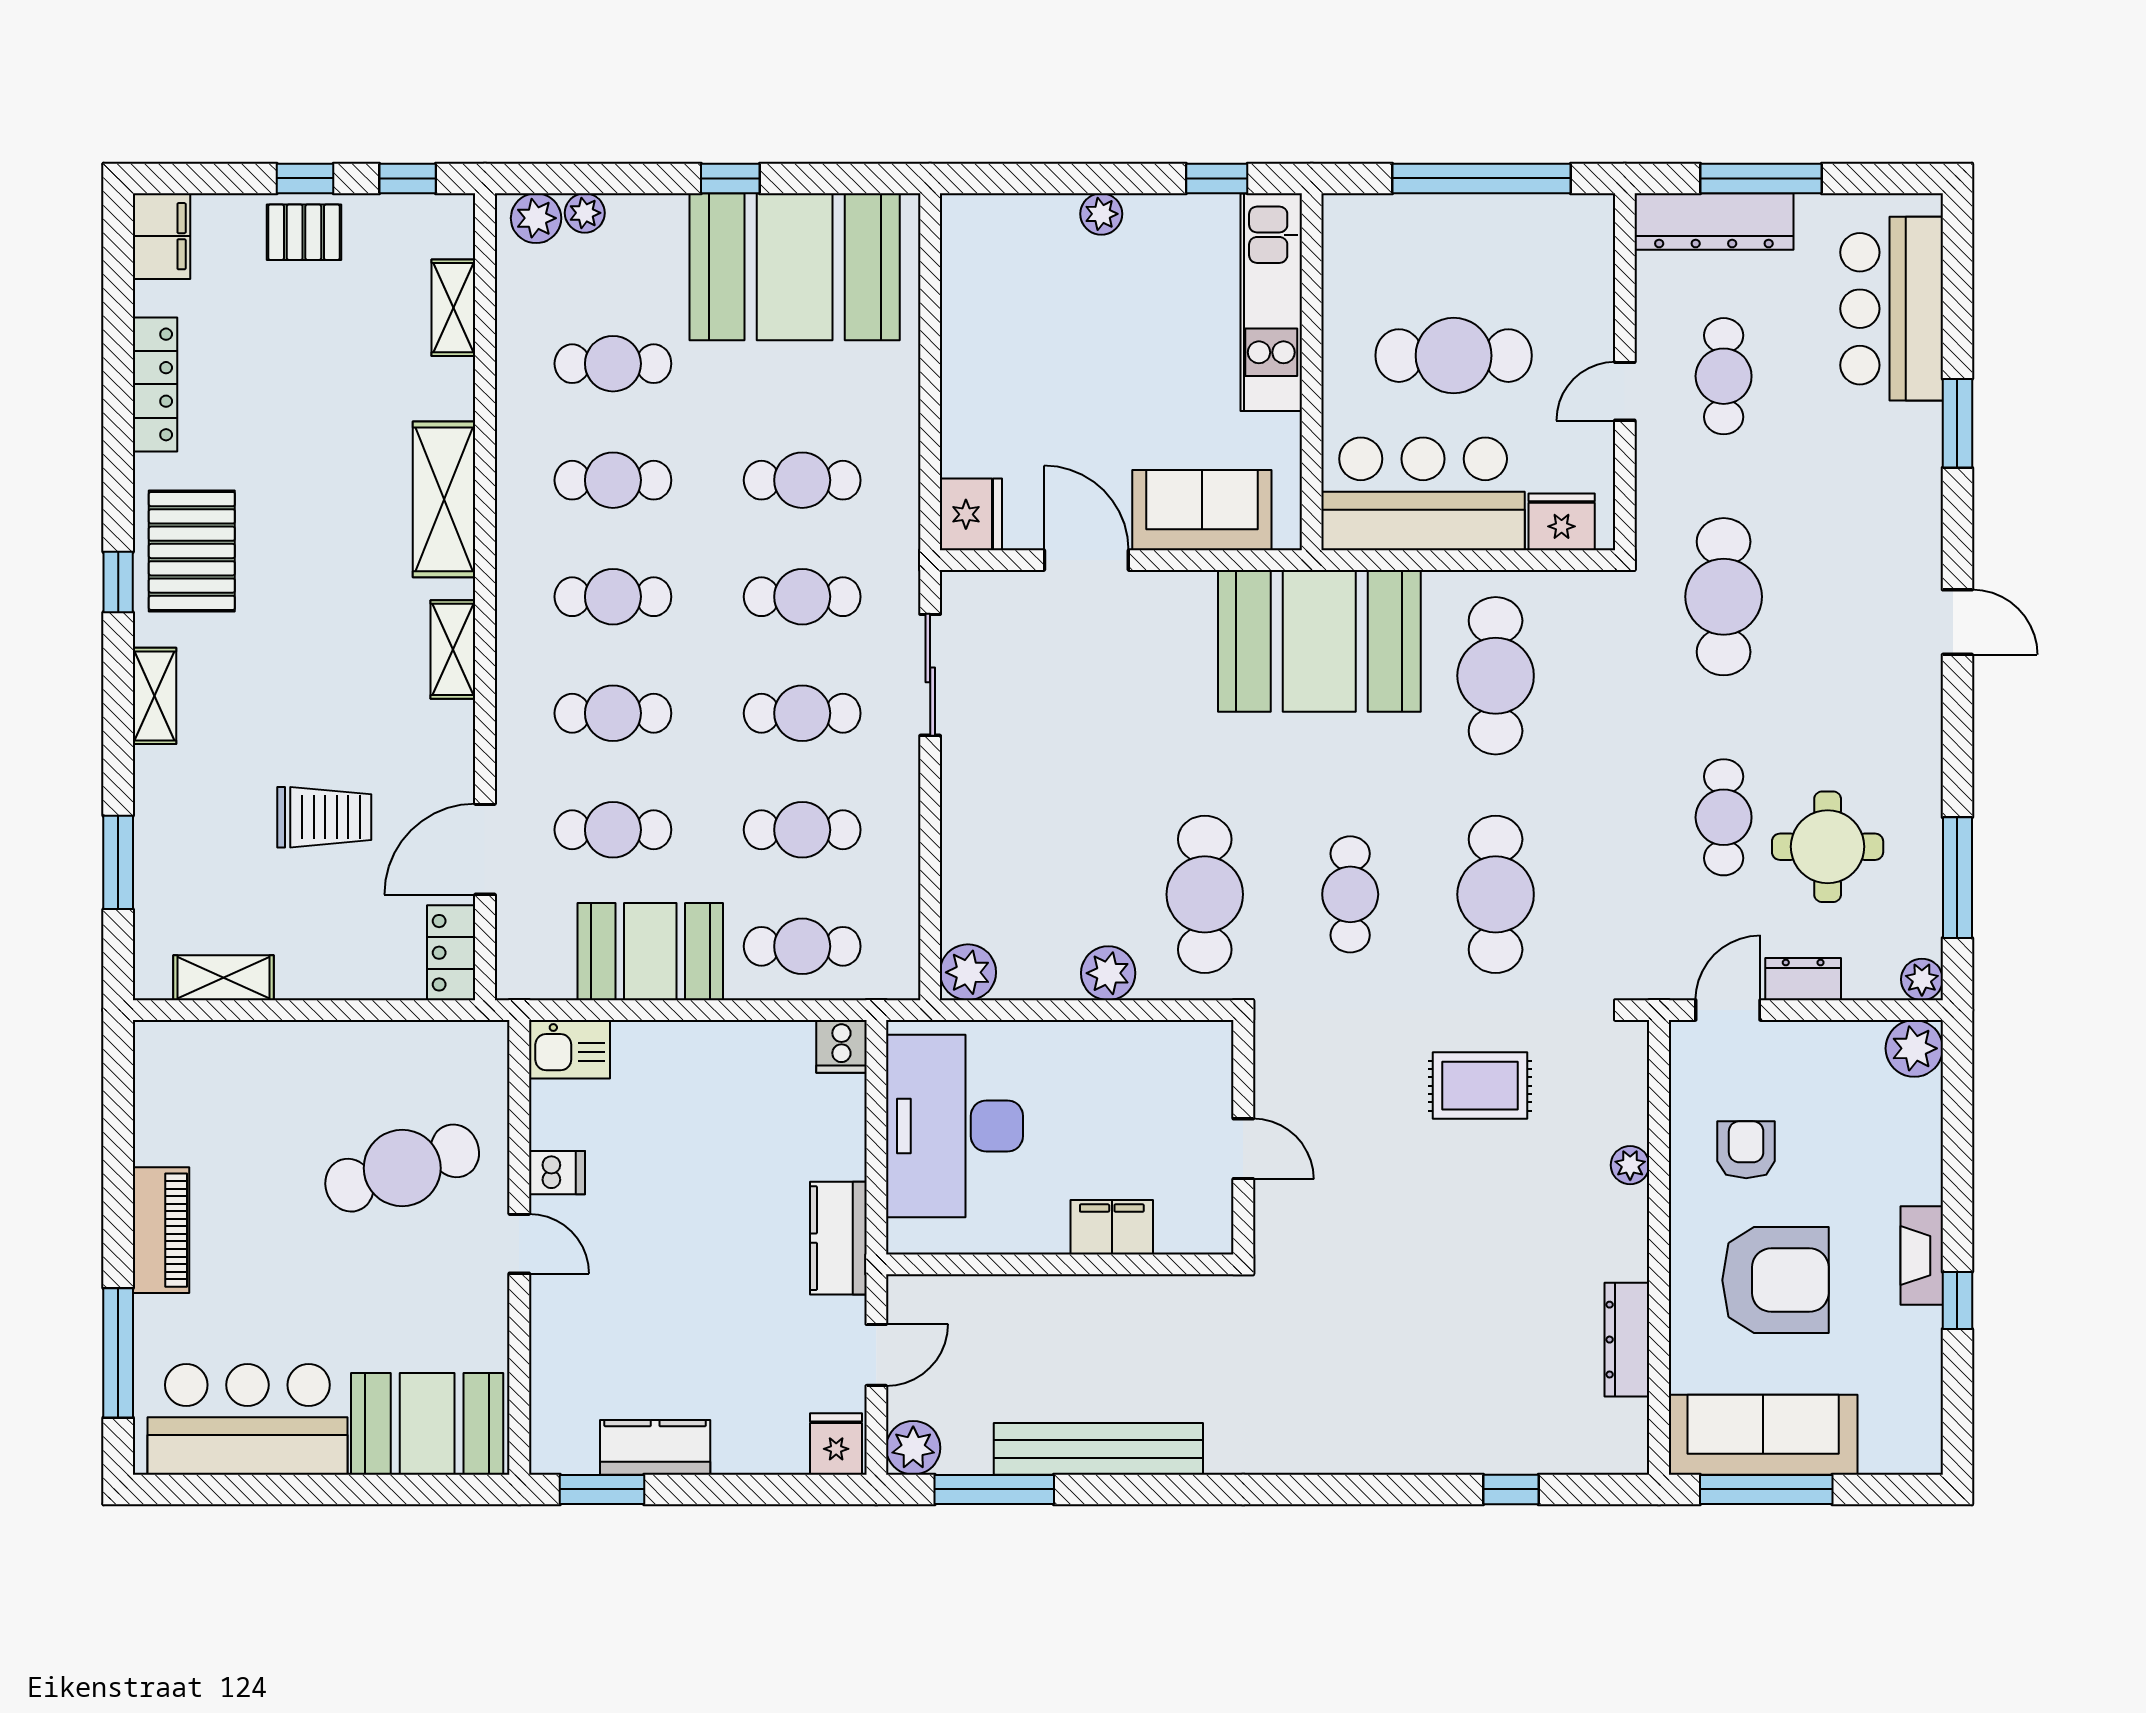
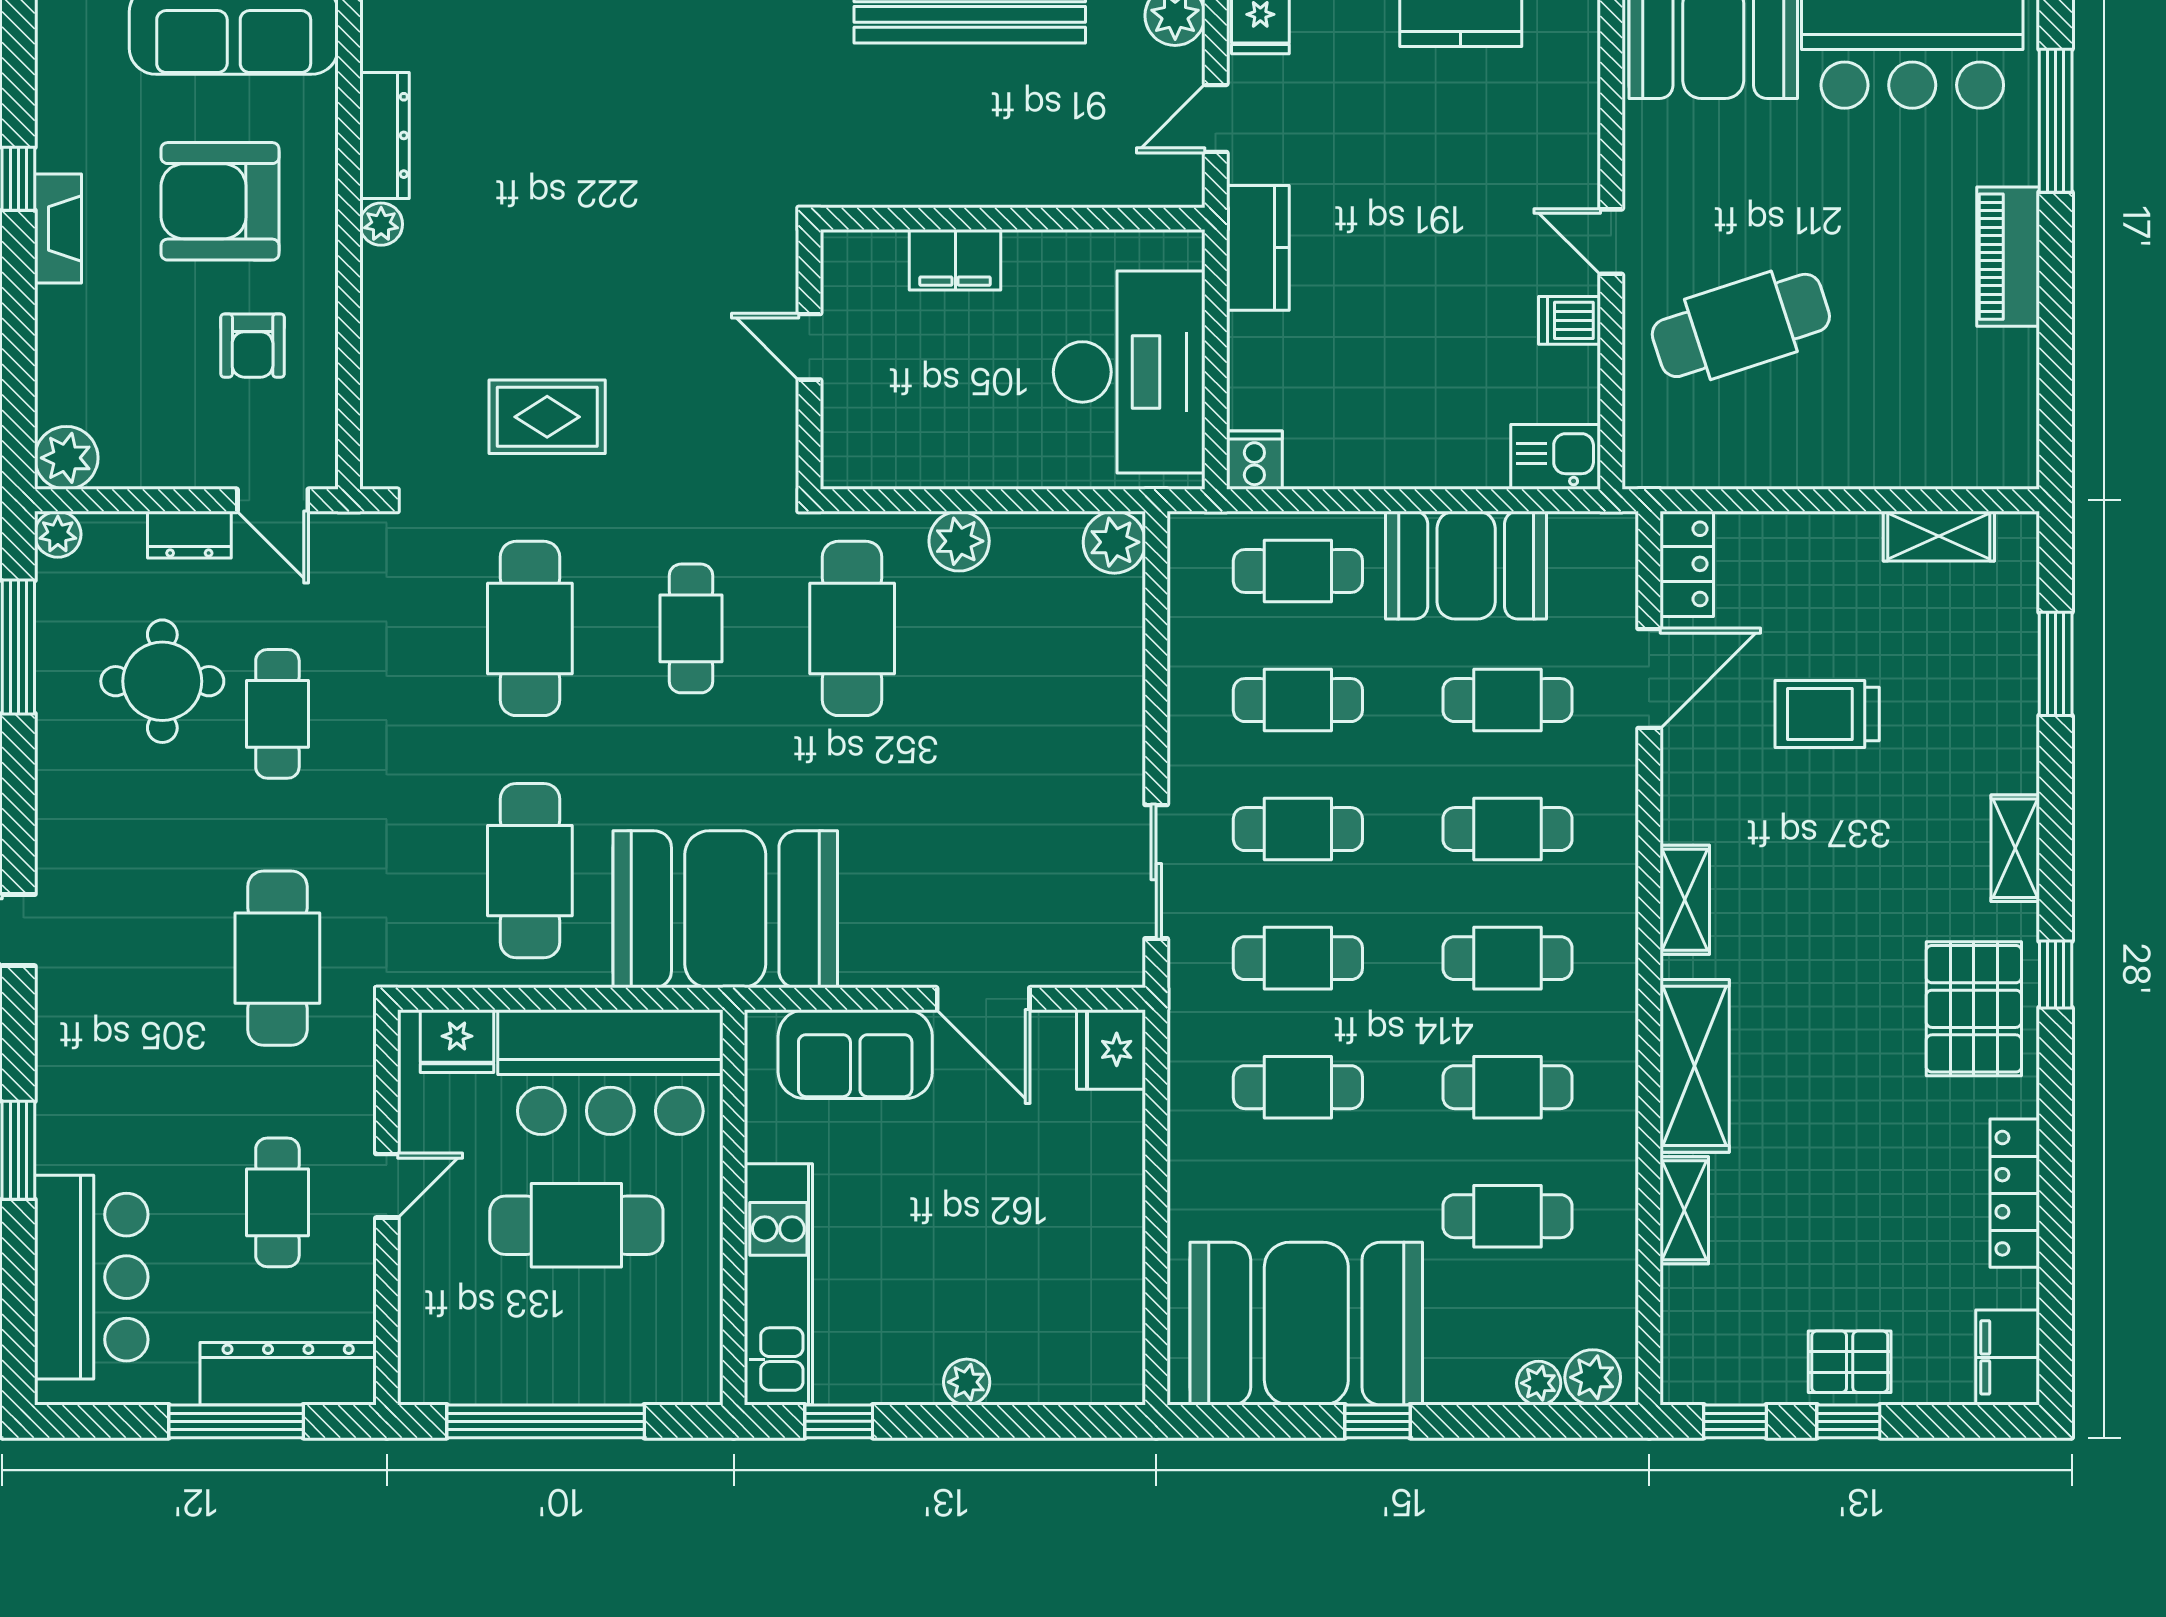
shelving: (453, 308) -> (1684, 1210), moved
door: (1728, 1010) -> (273, 500), hinge flipped
plant: (1630, 1165) -> (381, 224), moved

